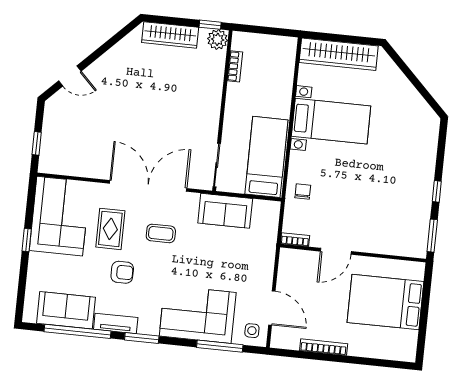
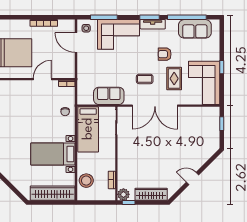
stool: (279, 70) -> (86, 181), added
door: (70, 76) -> (192, 179), moved
tv unit: (116, 323) -> (153, 24), moved

